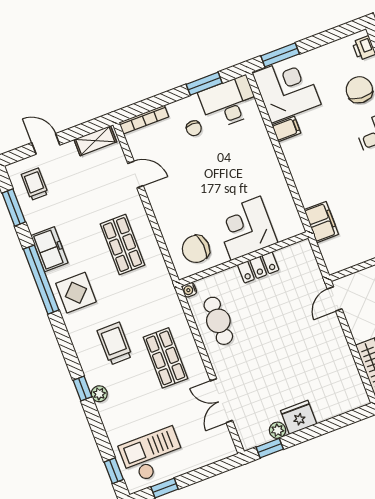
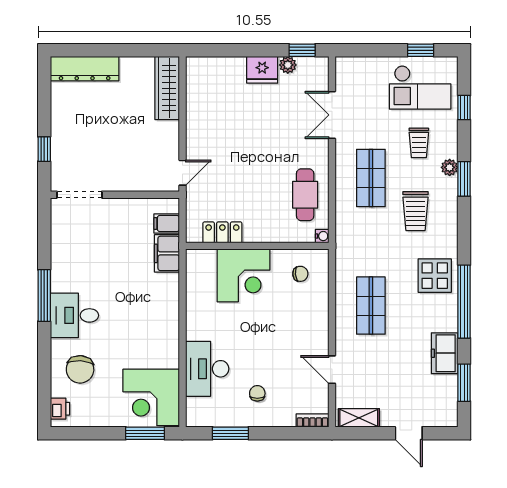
desk: (229, 103) -> (207, 369), moved, turned 90
bookcase: (144, 120) -> (312, 421), width x0.64
filing cabinet: (286, 129) -> (167, 224), moved
trolley: (35, 184) -> (419, 143), moved
freezer: (49, 249) -> (445, 353), moved
chair: (196, 249) -> (300, 274), width x0.54, depth x0.54
locker: (258, 267) -> (222, 232), moved
window: (83, 389) -> (464, 179), width x1.50
double door: (221, 401) -> (332, 115), swing flipped
window: (114, 471) -> (464, 108), moved

